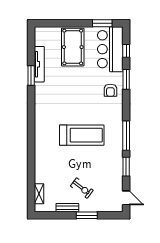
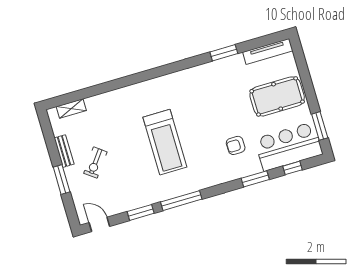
tv unit: (39, 64) -> (268, 51), moved
armchair: (110, 90) -> (236, 145), moved
door: (126, 198) -> (99, 224), swing flipped

